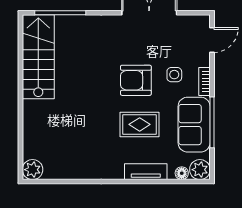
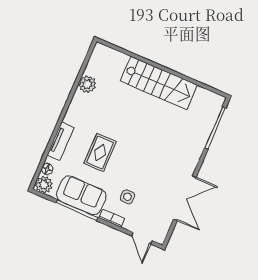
stairs: (38, 57) -> (159, 83), moved
armchair: (136, 80) -> (136, 165), removed
plant: (33, 170) -> (87, 84), moved

